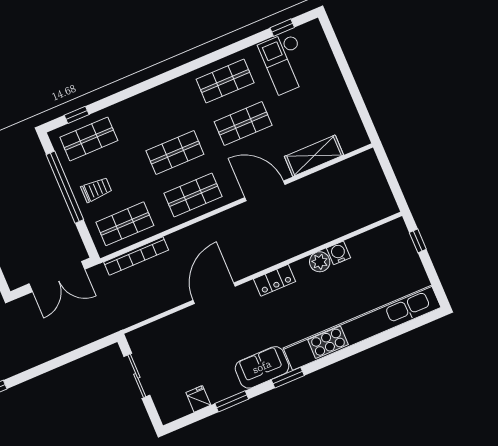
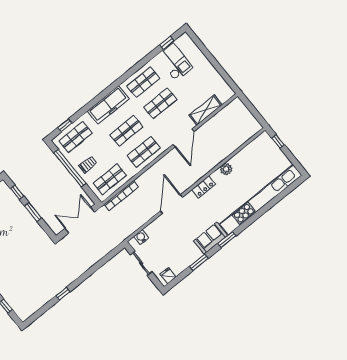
checkout: (286, 63) -> (175, 62), turned 180
freezer: (157, 102) -> (108, 105), added
door: (265, 191) -> (184, 138), swing flipped
water cooler: (339, 253) -> (141, 237), moved
double door: (57, 277) -> (80, 220), swing flipped
fridge: (198, 399) -> (168, 276), moved

